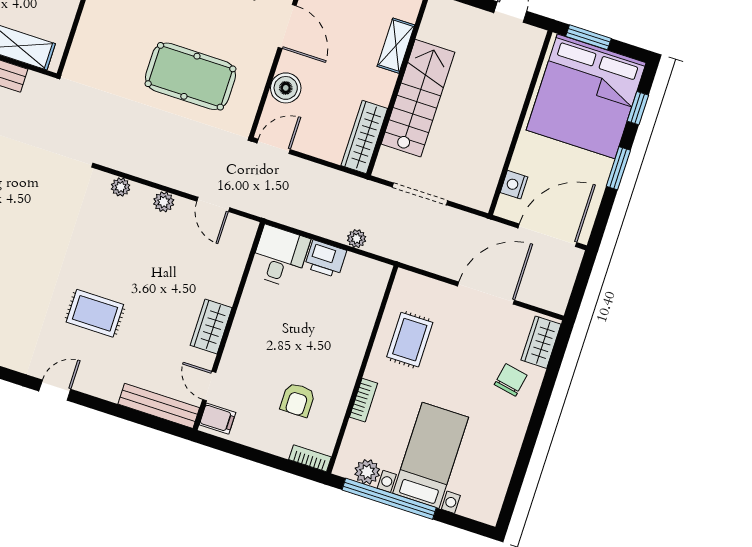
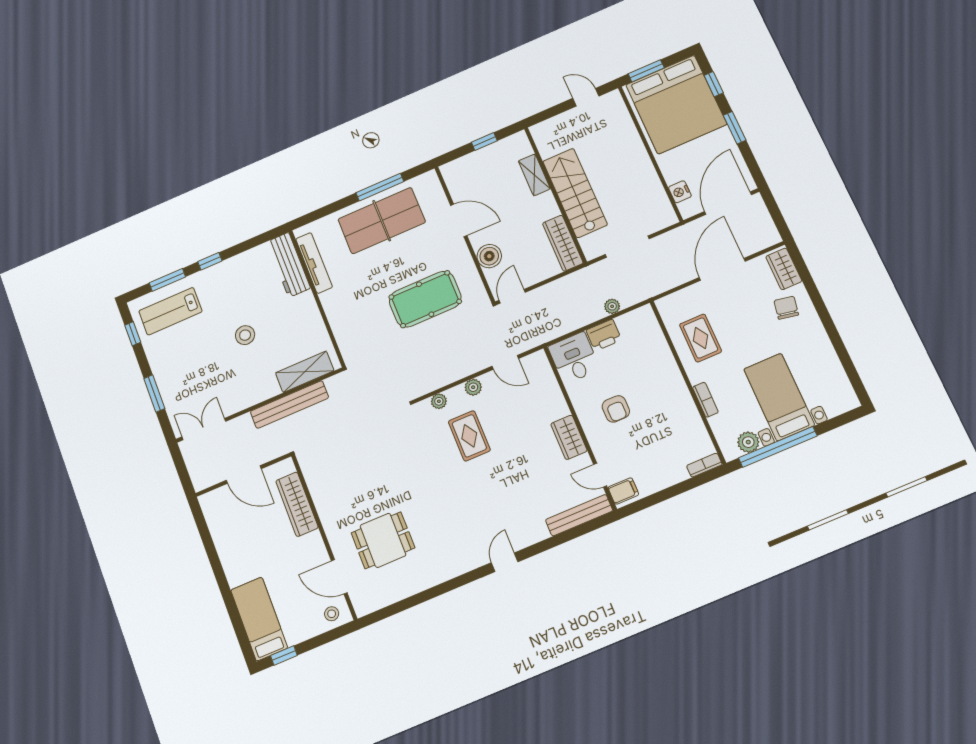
rug: (95, 313) -> (469, 436), moved, turned 90
armchair: (298, 400) -> (616, 409), moved

